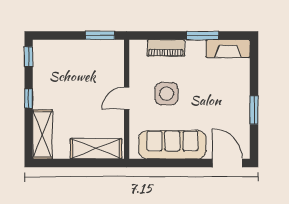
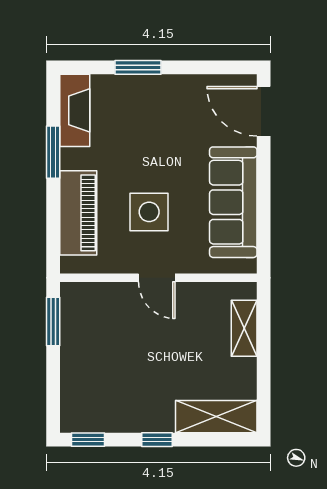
piano: (166, 48) -> (78, 213), width x1.37, depth x1.33
window: (254, 110) -> (138, 67), moved
shelving: (96, 149) -> (244, 328), width x0.67, depth x0.75
door: (227, 163) -> (264, 111), hinge flipped

